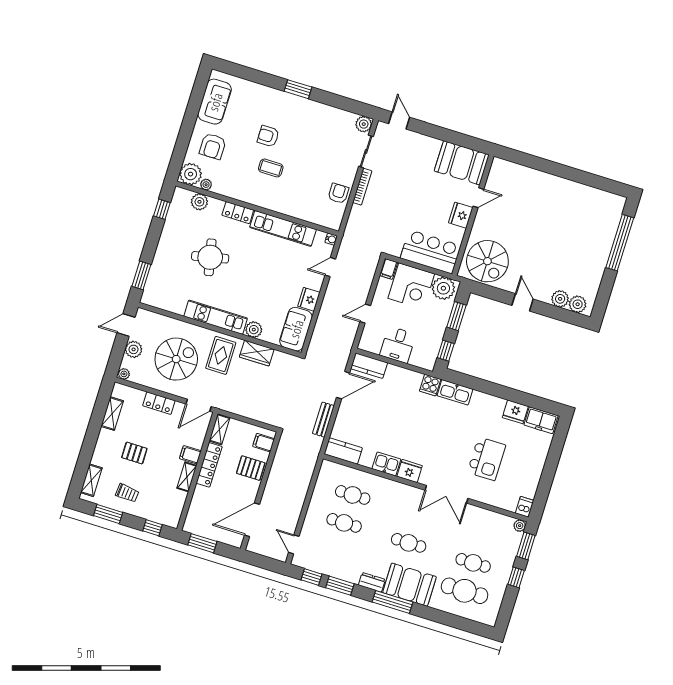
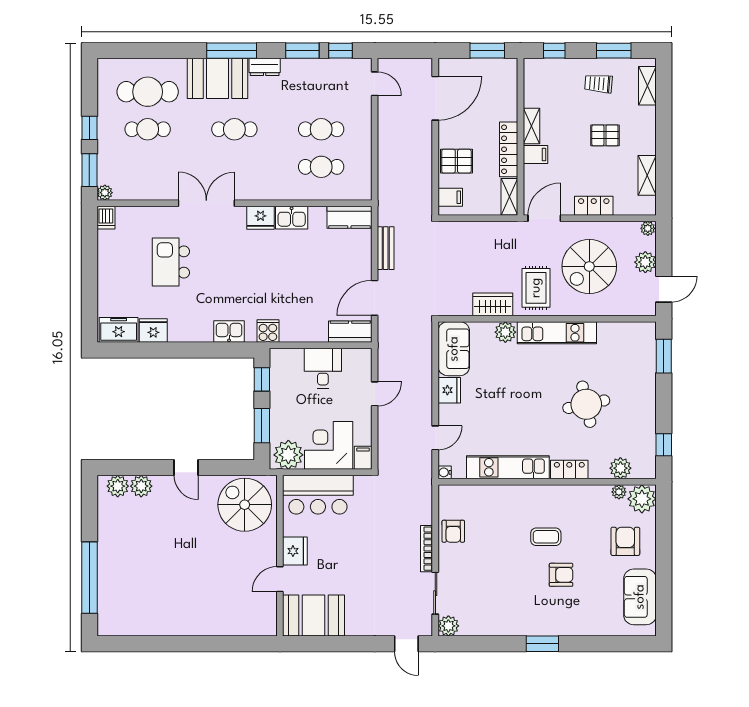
kitchen sink: (455, 392) -> (229, 331), width x0.73

